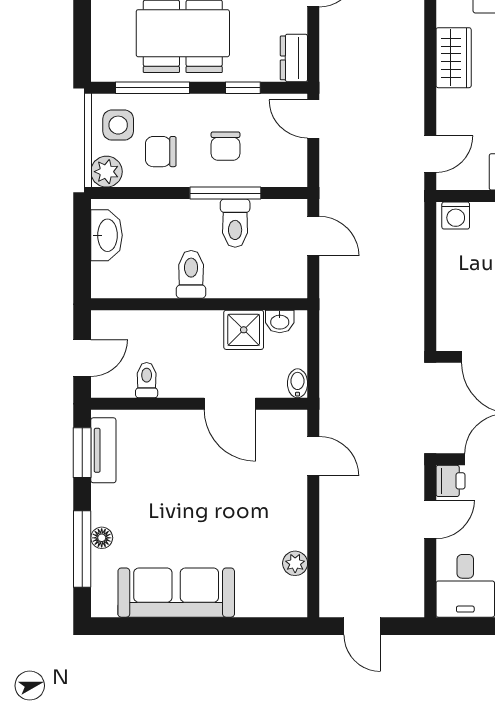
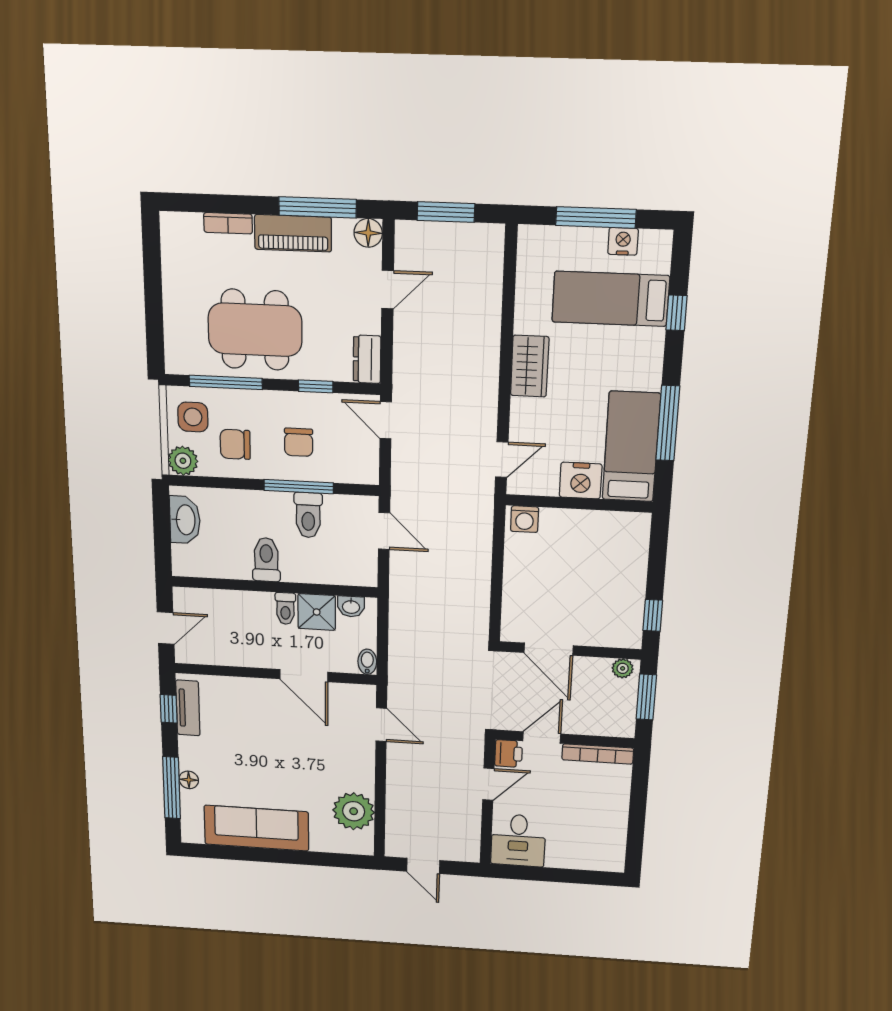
toilet: (147, 380) -> (285, 608), moved, turned 180
window: (82, 453) -> (169, 709), width x0.67
plant: (295, 563) -> (354, 811), width x1.87, depth x1.87

